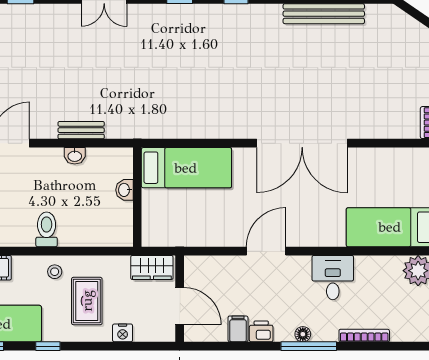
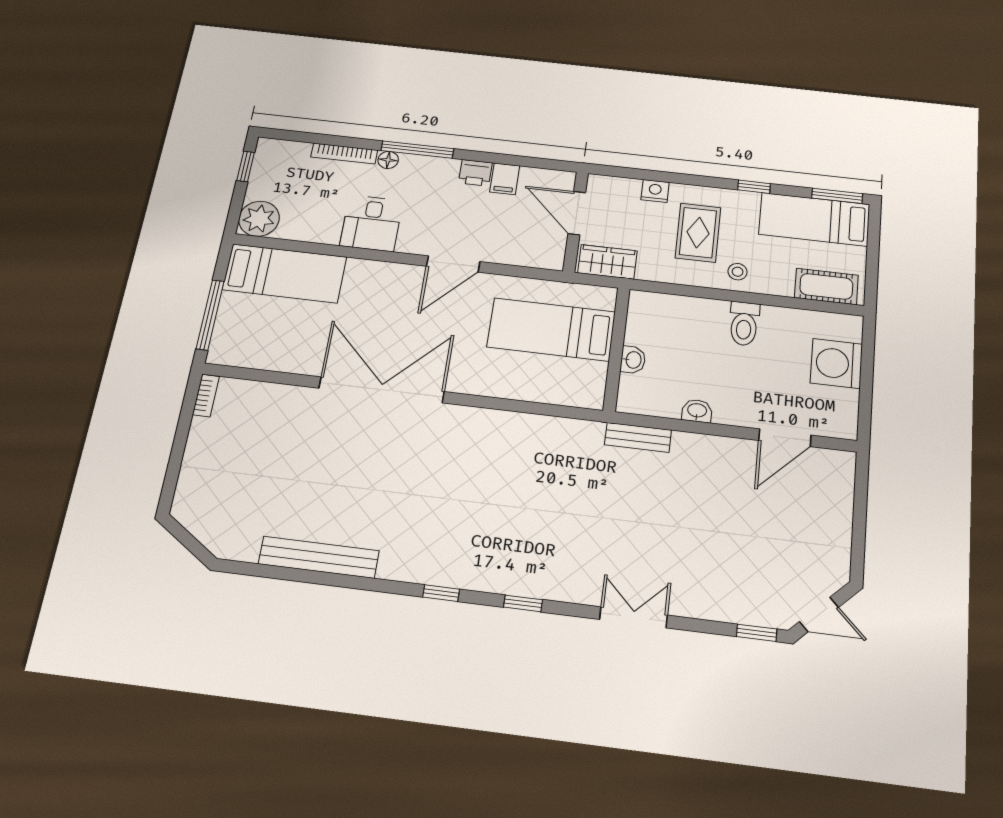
bench: (81, 130) -> (638, 437), moved
bed: (186, 168) -> (551, 329), moved
floor lamp: (303, 334) -> (388, 160), moved

